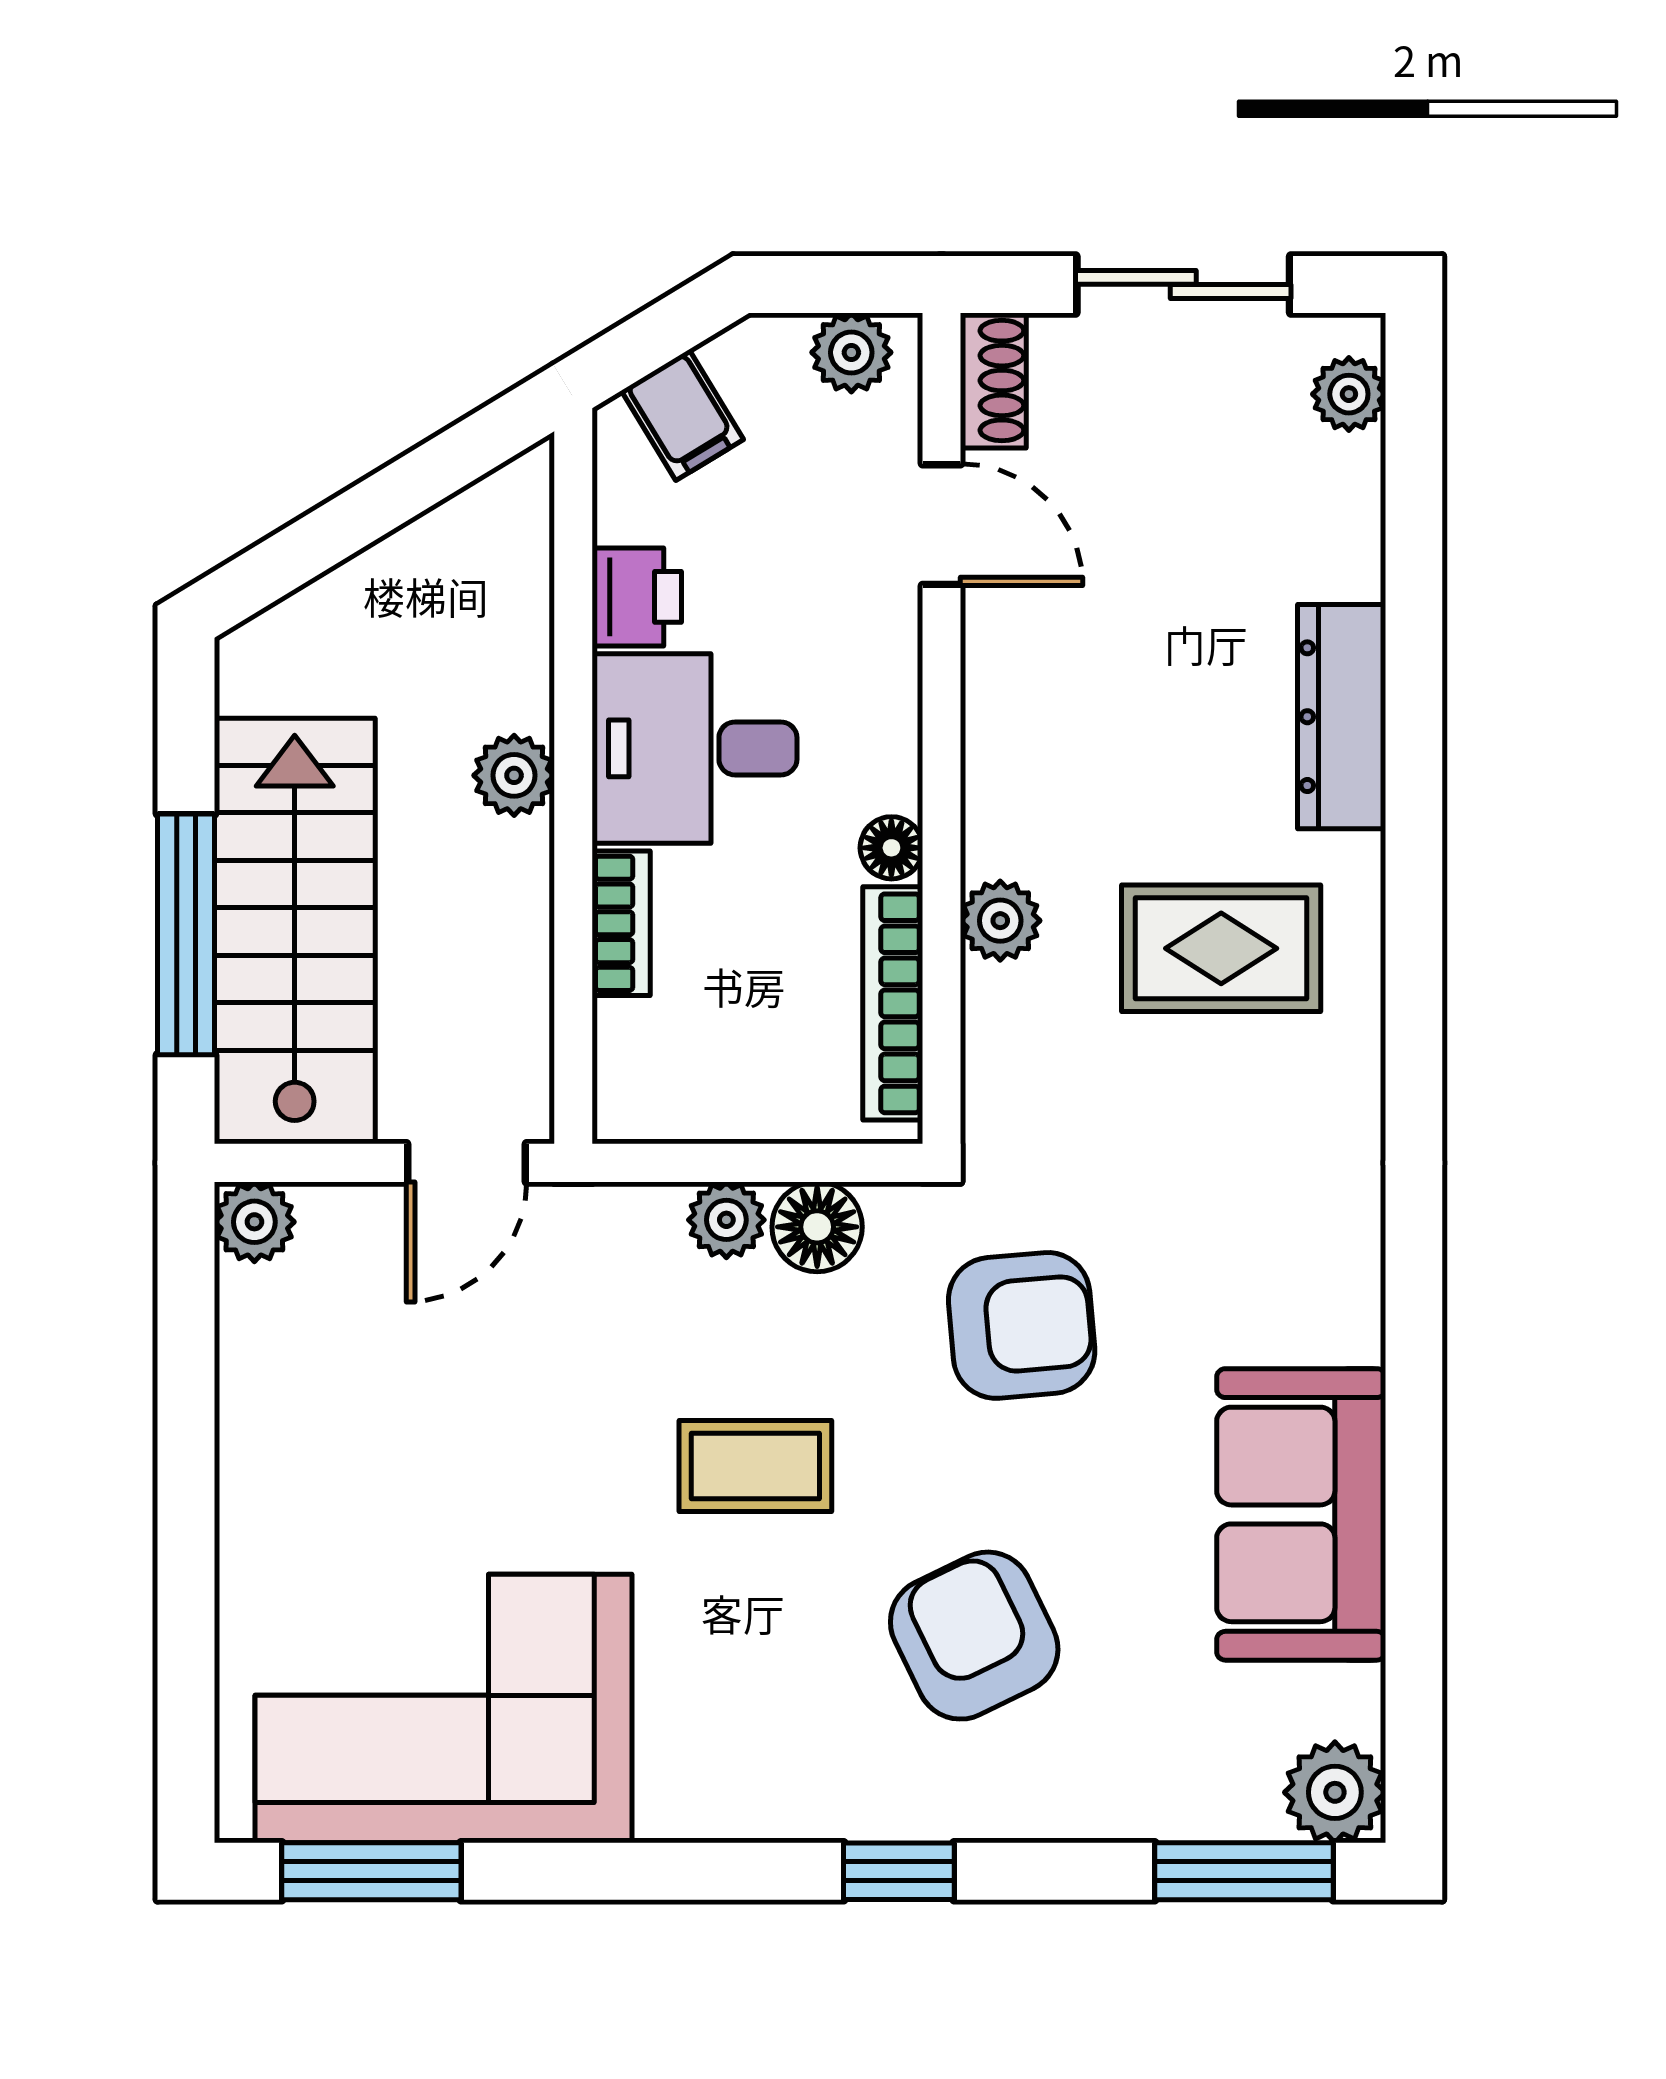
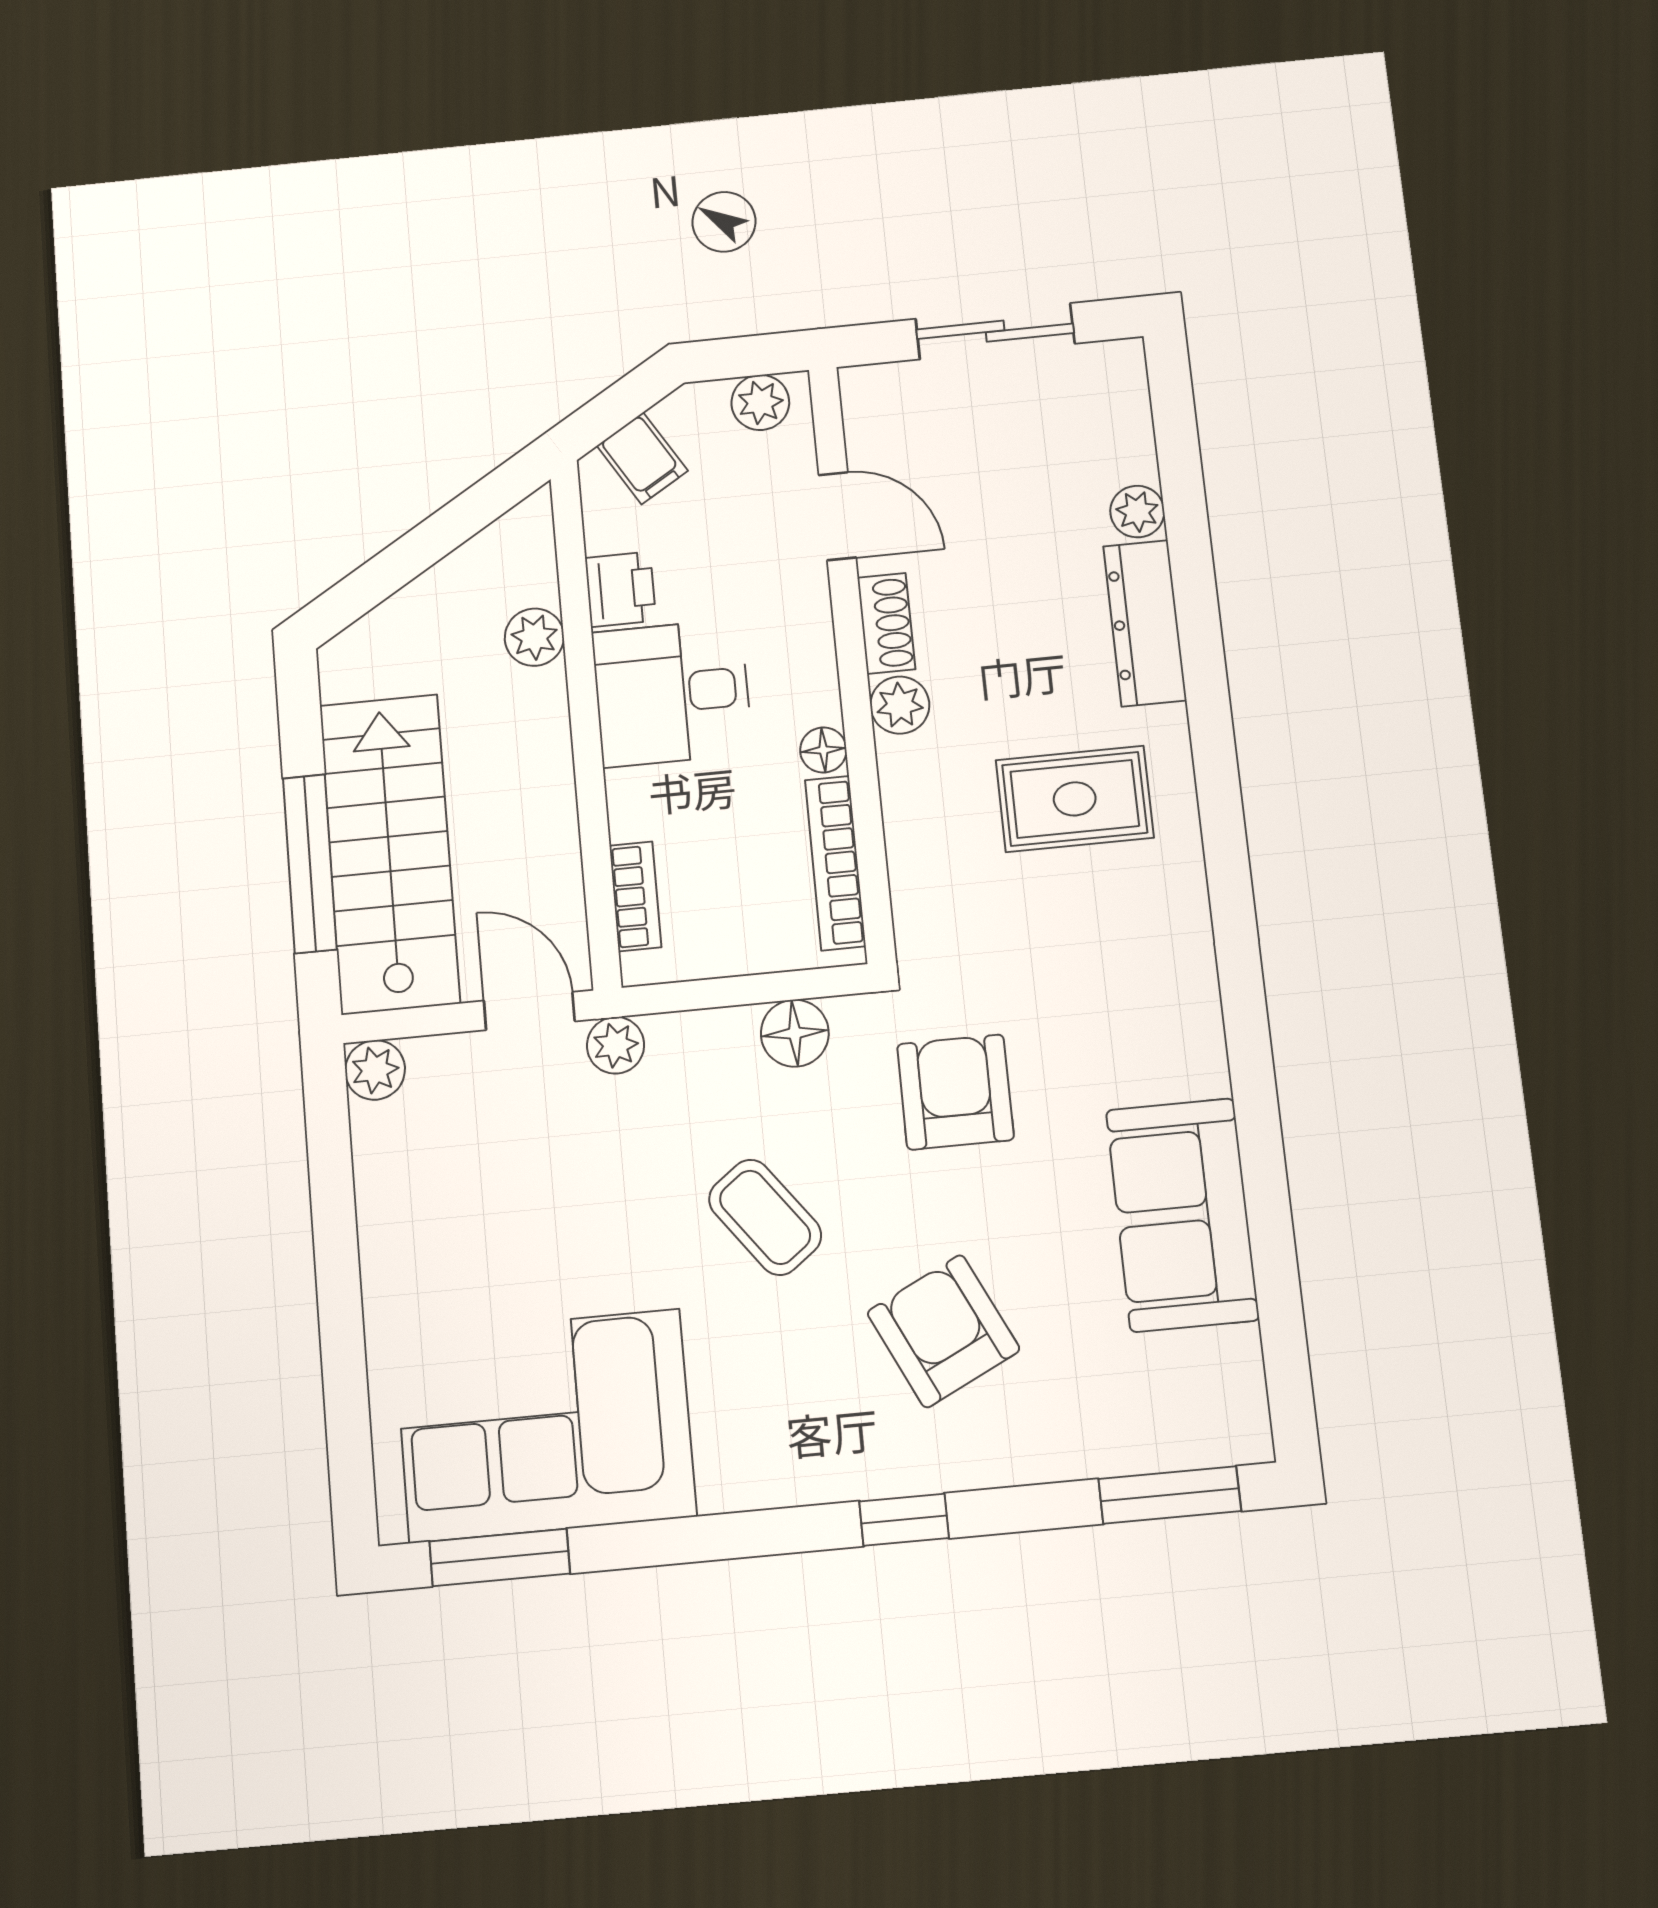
shoe rack: (993, 380) -> (886, 623), moved
plant: (1349, 394) -> (1137, 512), moved
plant: (514, 775) -> (534, 637), moved
plant: (1000, 921) -> (900, 705), moved
bookcase: (621, 923) -> (635, 896), moved
door: (467, 1163) -> (529, 1011), swing flipped
plant: (726, 1220) -> (616, 1045), moved
armchair: (1022, 1325) -> (955, 1092), turned -85
coffee table: (755, 1466) -> (765, 1217), turned 53
plant: (1335, 1792) -> (1233, 1427), removed

